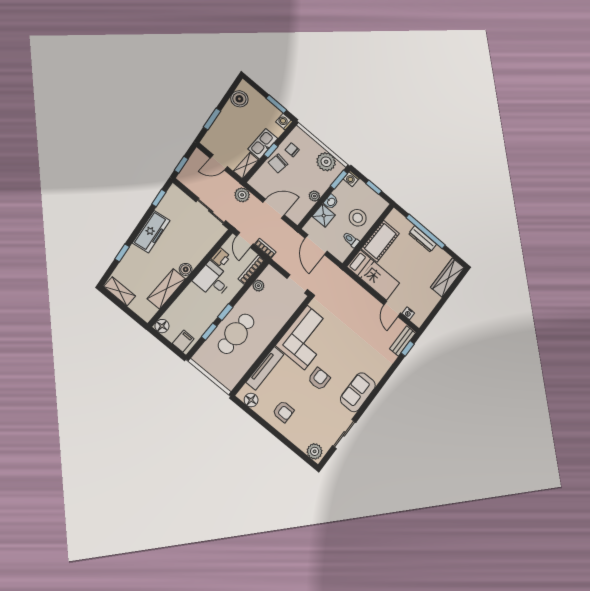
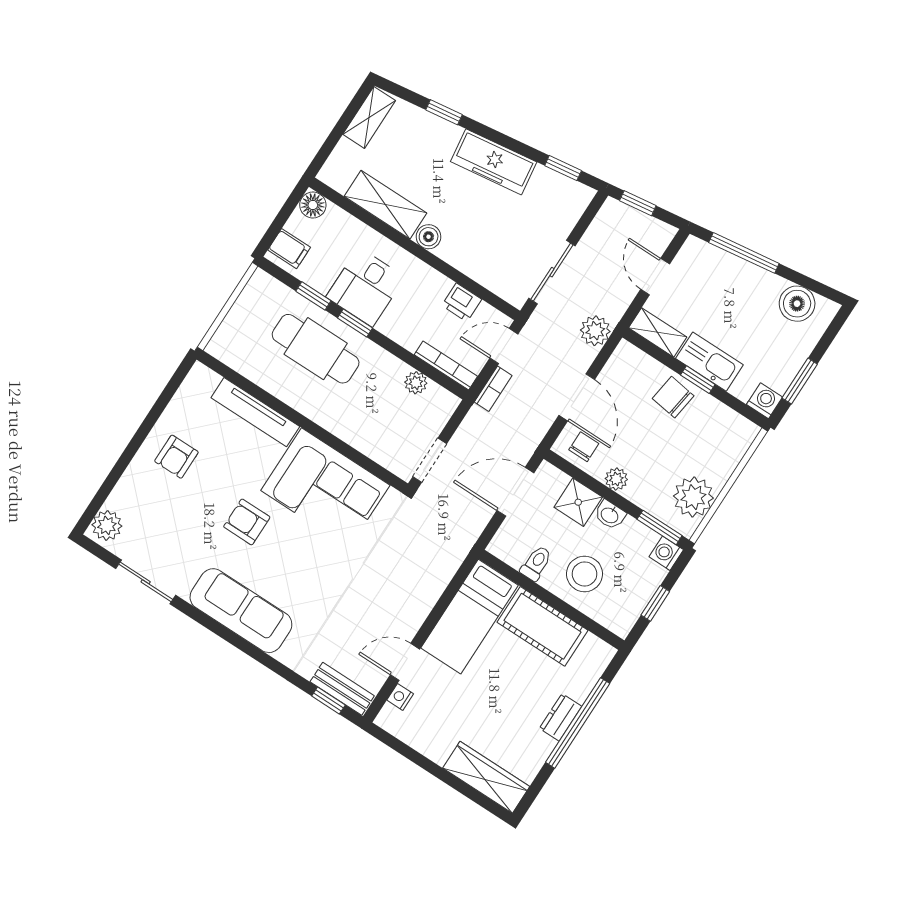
window: (212, 119) -> (744, 253), width x1.44
chair: (292, 150) -> (584, 447), moved
dresser: (423, 239) -> (561, 717), width x0.70
desk: (213, 280) -> (365, 287), moved, turned 180
armchair: (319, 379) -> (247, 522), turned 180
sofa: (358, 392) -> (241, 611), width x1.36
floor lamp: (251, 400) -> (192, 391), removed

